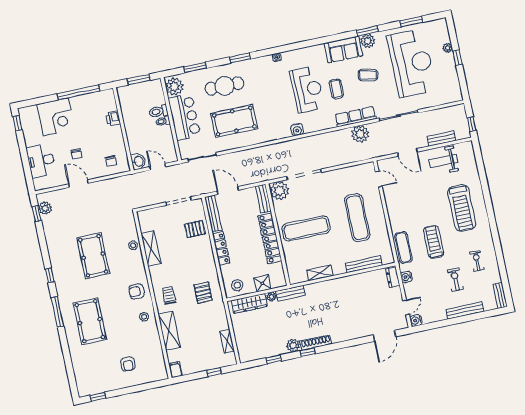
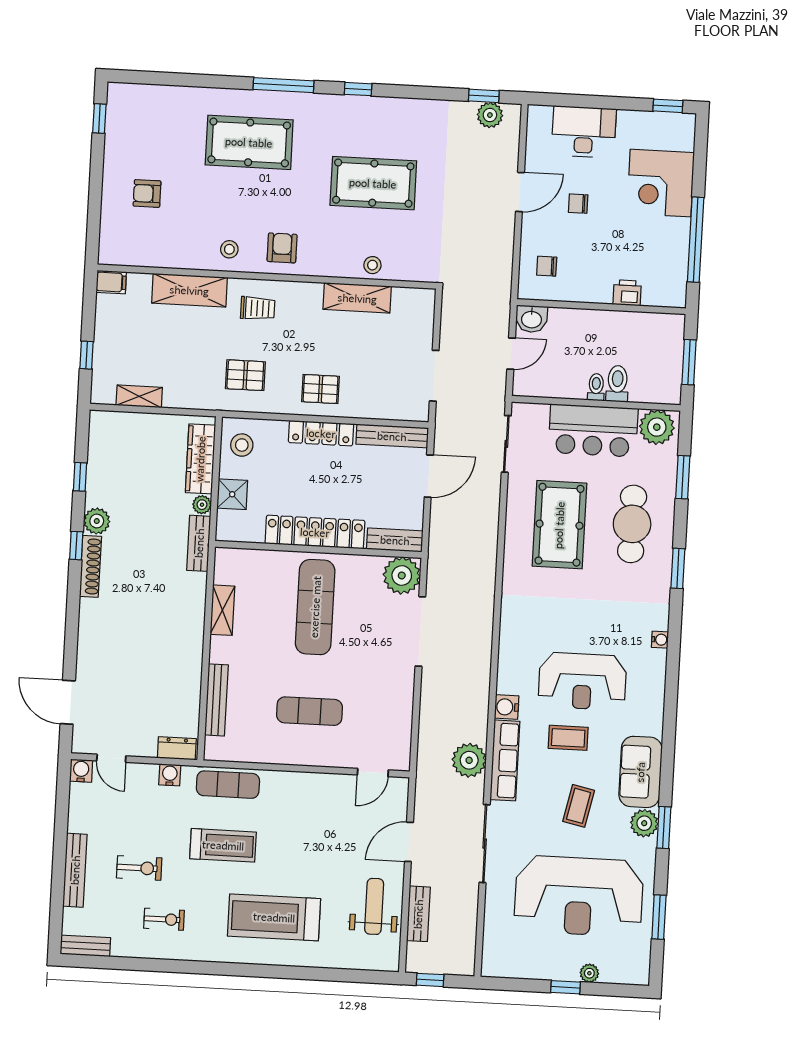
water cooler: (297, 130) -> (507, 707), moved
exercise mat: (357, 218) -> (309, 711), width x0.73, depth x0.69
pallet: (195, 229) -> (321, 389), moved, turned 90

